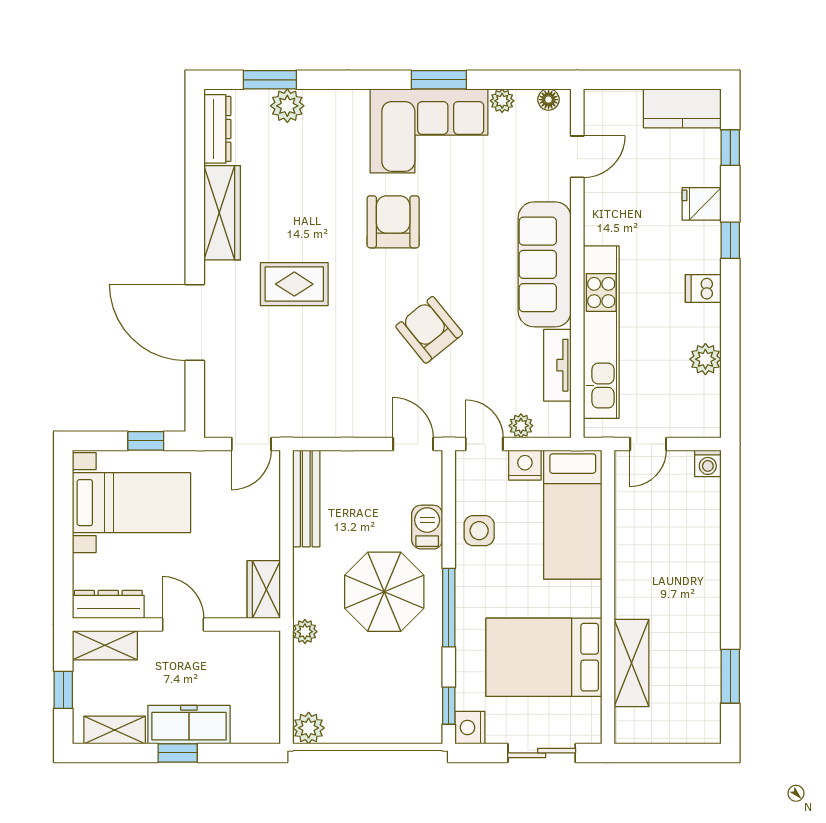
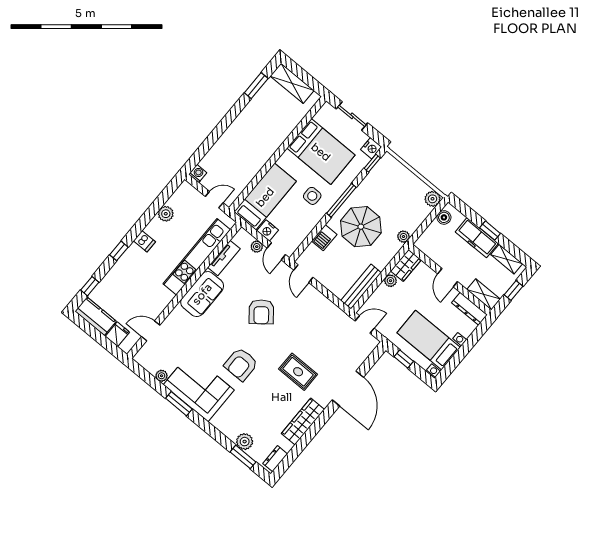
floor lamp: (549, 100) -> (144, 362), removed
dresser: (217, 129) -> (275, 459), width x0.70
fridge: (702, 204) -> (117, 334), moved, turned -90
sofa: (545, 264) -> (202, 294), width x0.73
side table: (479, 531) -> (312, 196), moved
plant: (268, 546) -> (390, 281), added
shelving: (631, 663) -> (292, 83), moved, turned 90
boiler: (267, 714) -> (444, 217), added

